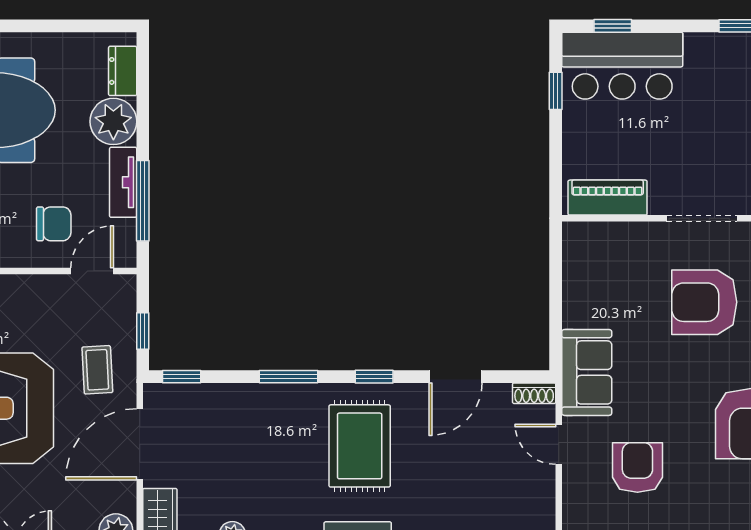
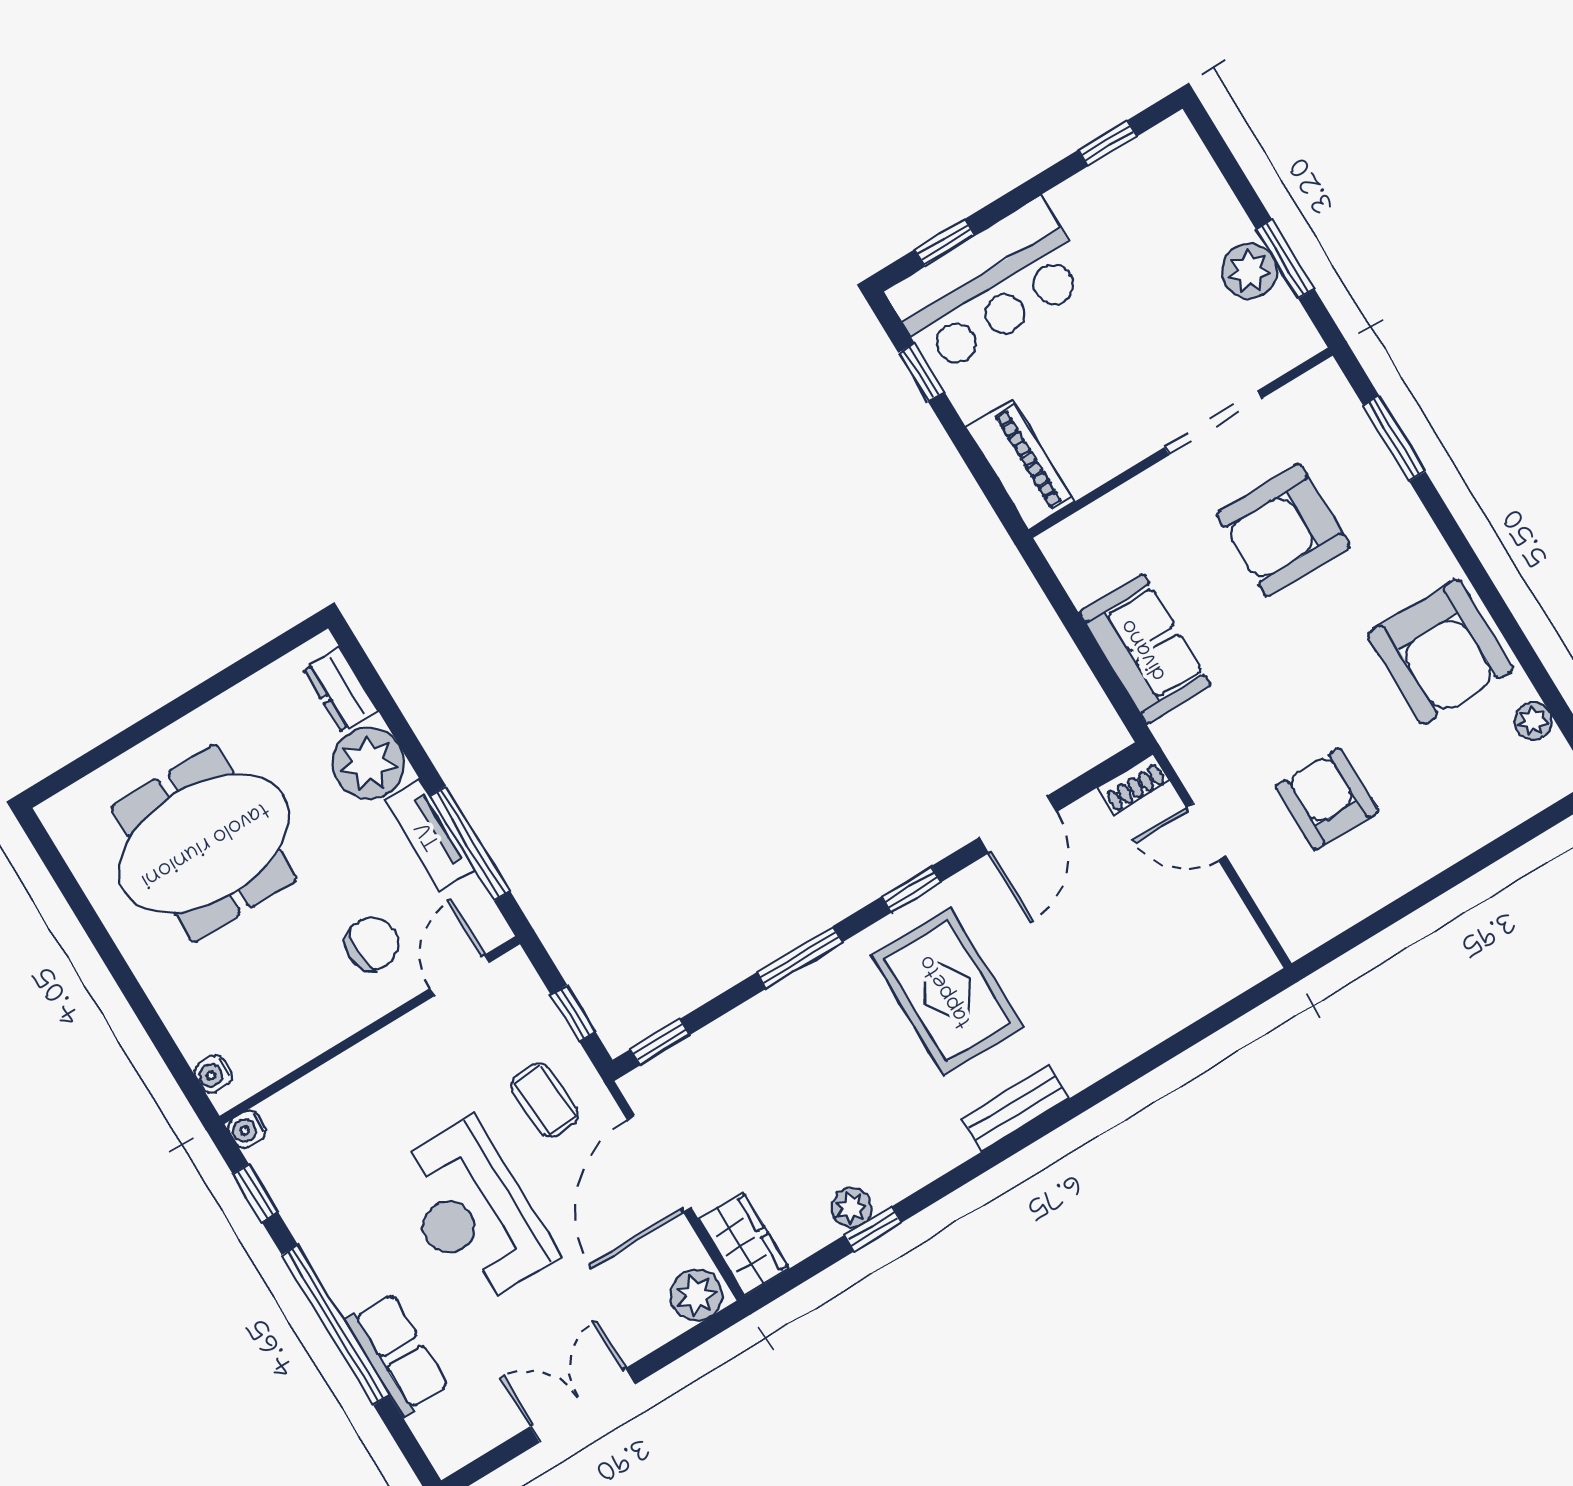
piano: (608, 198) -> (1020, 464), moved, turned 90
sofa: (587, 372) -> (1145, 649), moved

